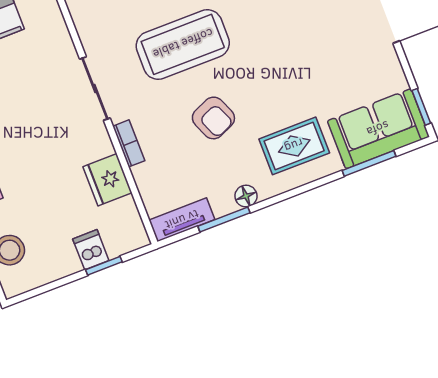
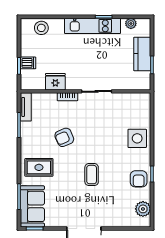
coffee table: (183, 44) -> (92, 175), moved, width x0.54, depth x0.58
rug: (294, 146) -> (39, 167), turned 90
floor lamp: (246, 196) -> (25, 138), removed

